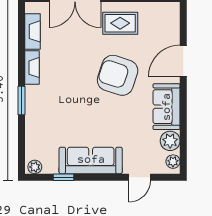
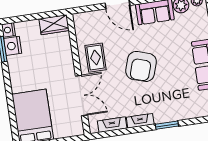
armchair: (118, 75) -> (141, 66), moved

